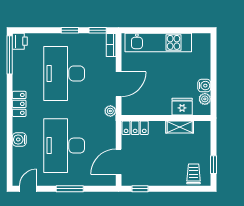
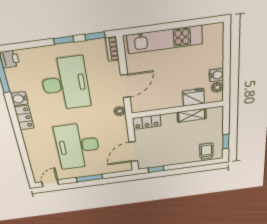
desk: (64, 73) -> (65, 84), turned 180
water cooler: (19, 140) -> (19, 99), moved

